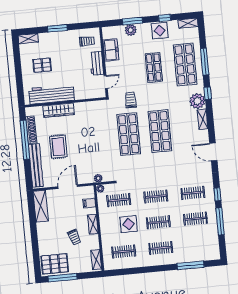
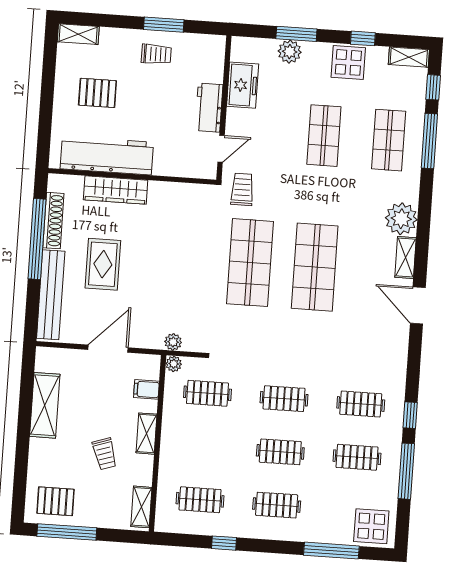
window: (57, 28) -> (164, 25), moved
trolley: (87, 41) -> (156, 54), moved
shop shelf: (185, 64) -> (389, 140), width x0.70, depth x0.74
window: (208, 93) -> (433, 87), moved
trolley: (131, 100) -> (242, 189), moved
door: (213, 152) -> (418, 305), moved
shelving: (41, 206) -> (45, 405), moved
display table: (129, 224) -> (371, 526), moved
pallet: (55, 264) -> (55, 501), width x0.67, depth x0.71
window: (139, 270) -> (224, 543), added

